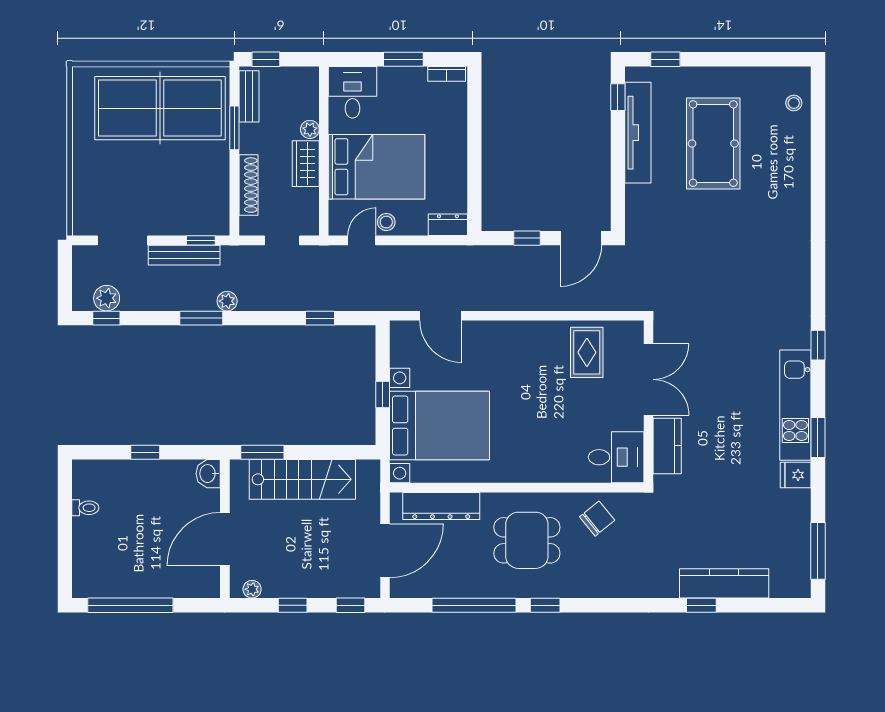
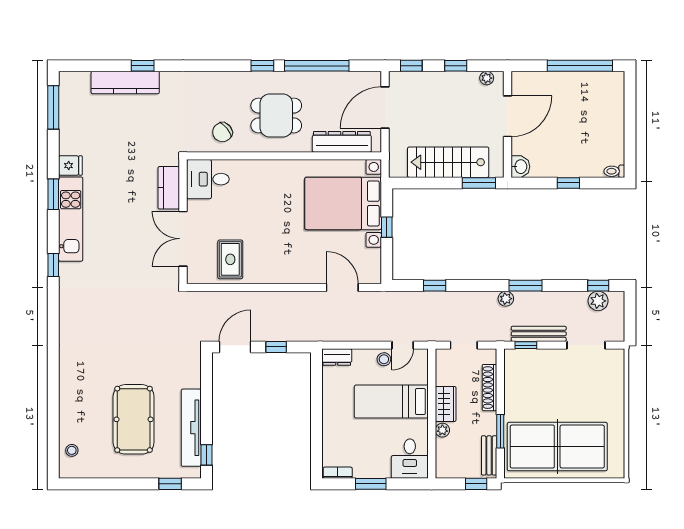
bed: (377, 167) -> (391, 402), width x0.67
toilet: (85, 508) -> (614, 171), moved

